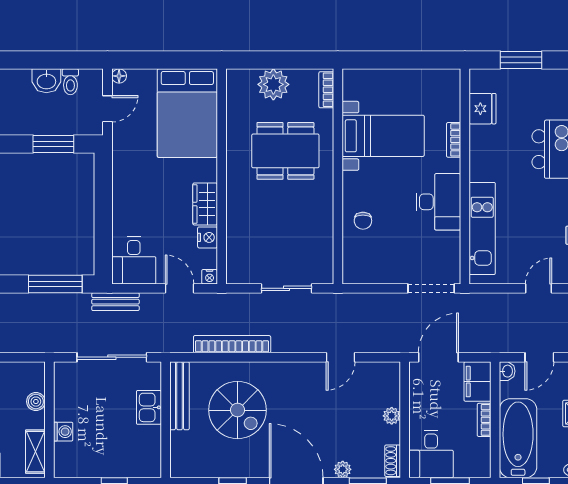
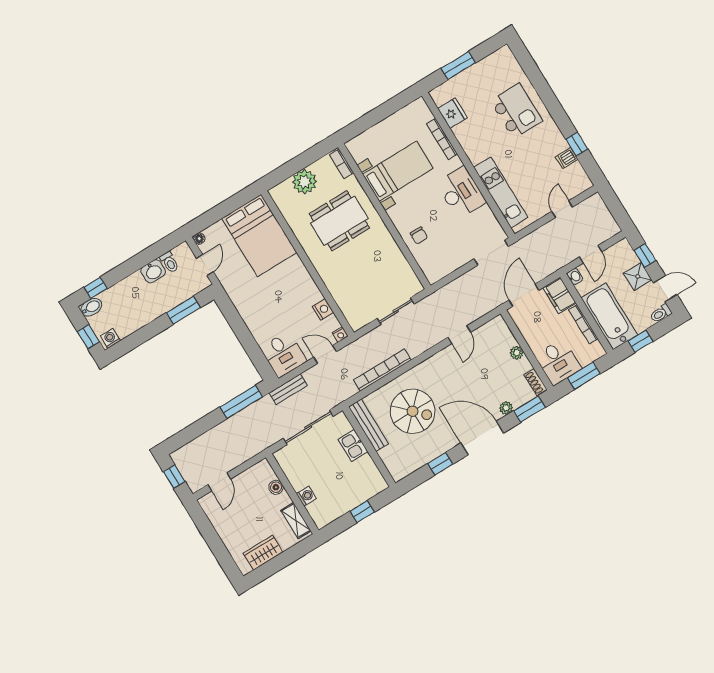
bookcase: (454, 140) -> (442, 139), width x1.56
wardrobe: (205, 204) -> (308, 288), removed
bookcase: (484, 420) -> (583, 324), width x1.56

